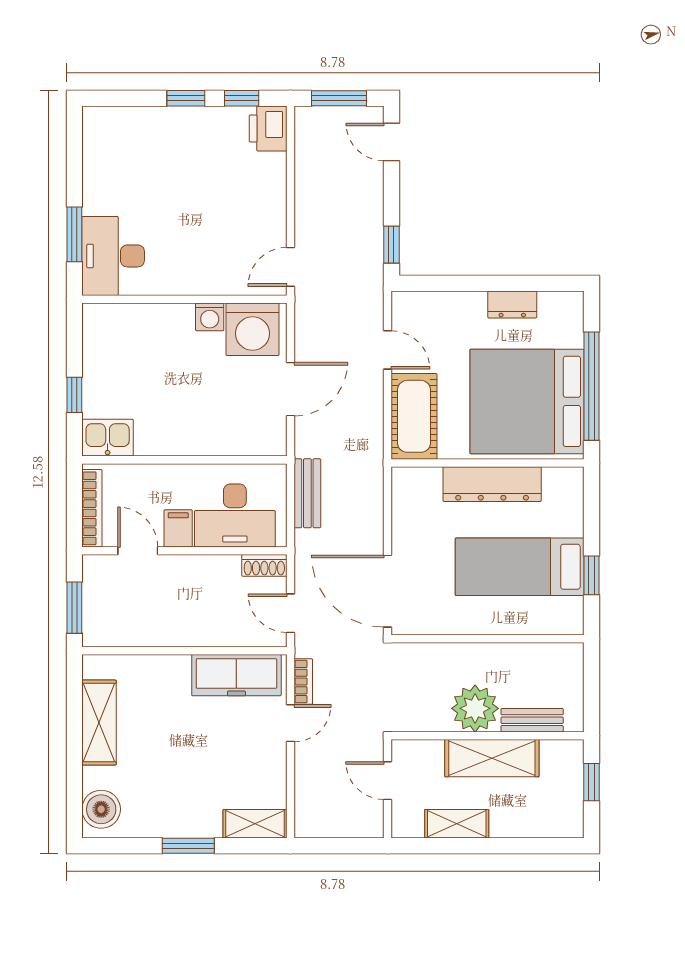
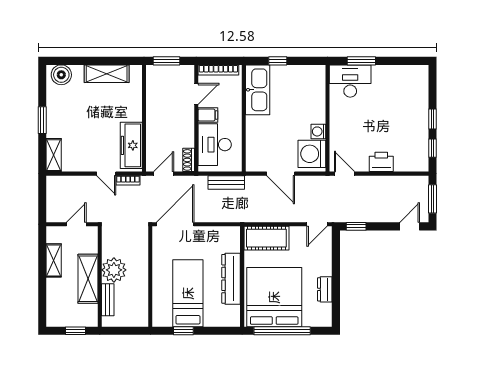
printer: (268, 129) -> (381, 162), moved
door: (387, 350) -> (317, 224), moved
kitchen sink: (108, 438) -> (258, 90), width x1.87, depth x1.24

